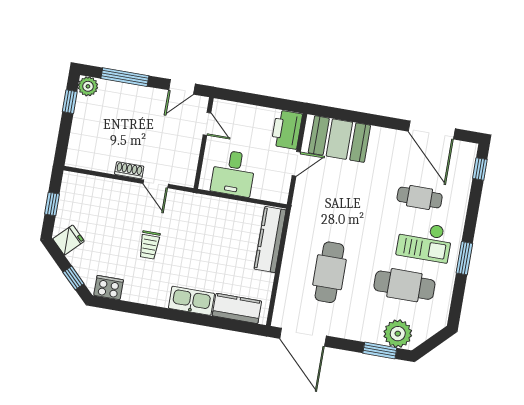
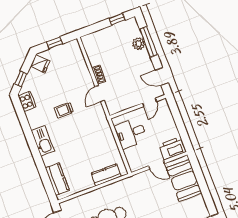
plant: (88, 86) -> (139, 44), moved
kitchen counter: (270, 239) -> (106, 175), width x0.67
kitchen sink: (191, 301) -> (43, 141), moved

